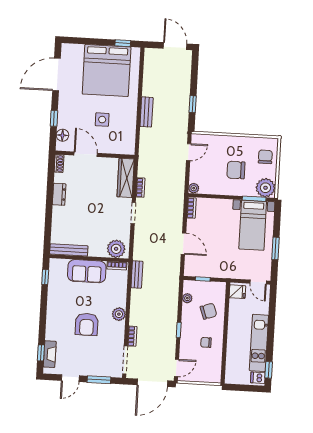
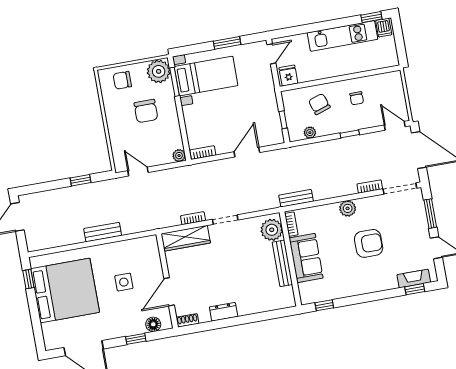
bench: (69, 250) -> (282, 263), moved

